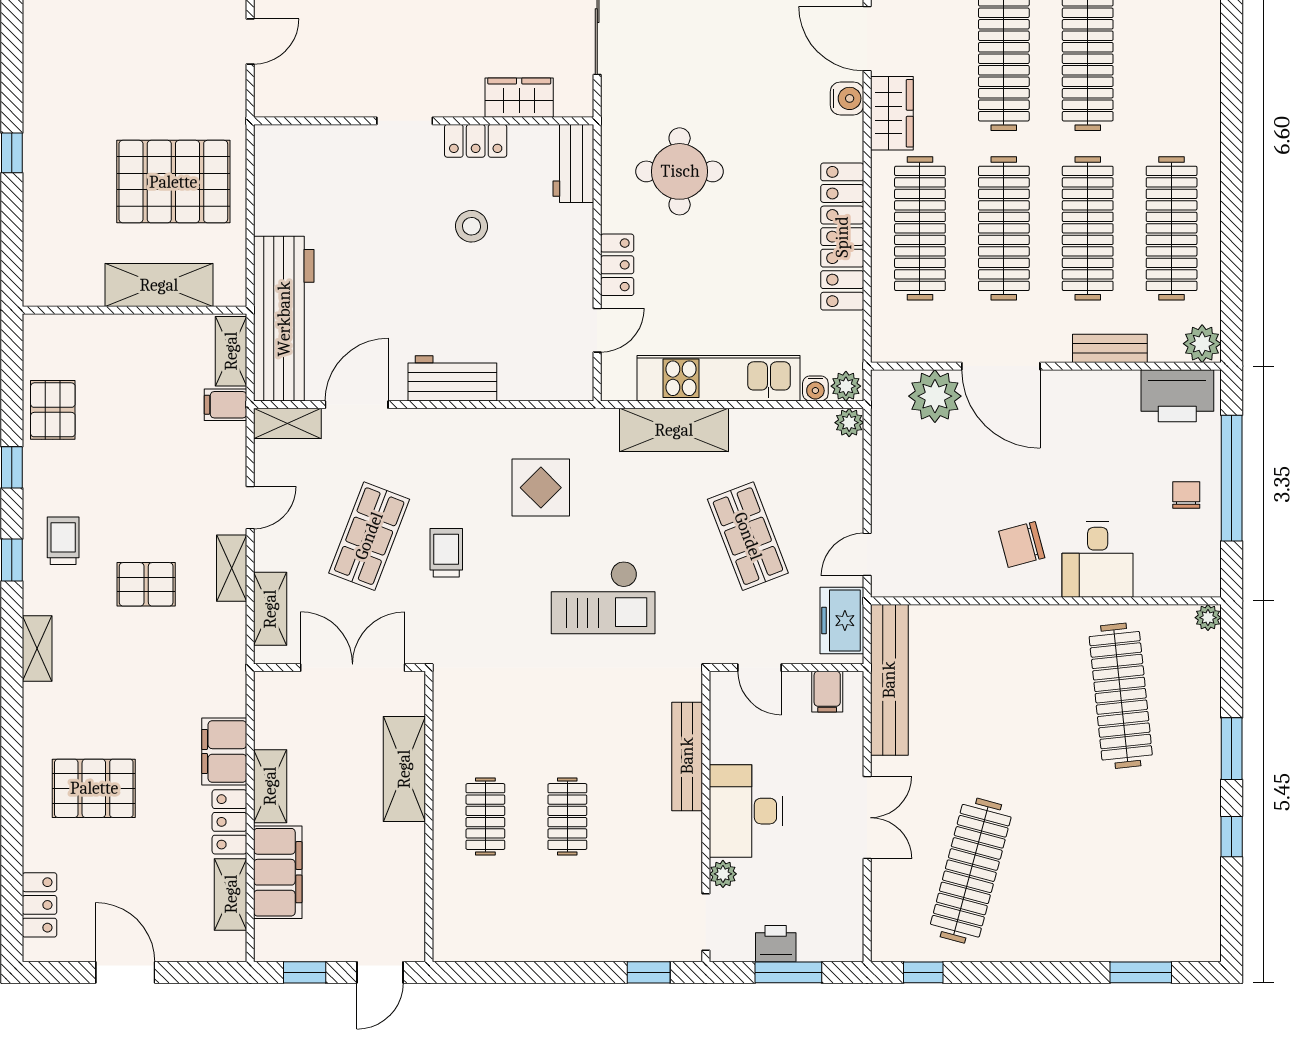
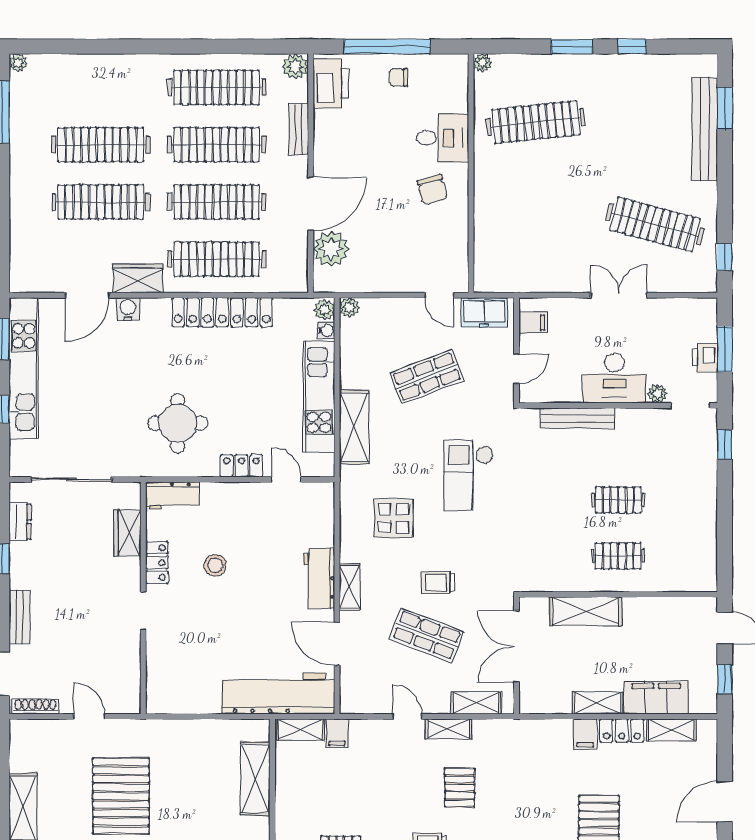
pallet: (173, 182) -> (121, 796), moved
shelving: (287, 423) -> (350, 587), moved
checkout: (603, 598) -> (469, 476), turned 180
bench: (889, 680) -> (705, 129), moved, turned 90
filing cabinet: (224, 751) -> (585, 734), width x0.50

